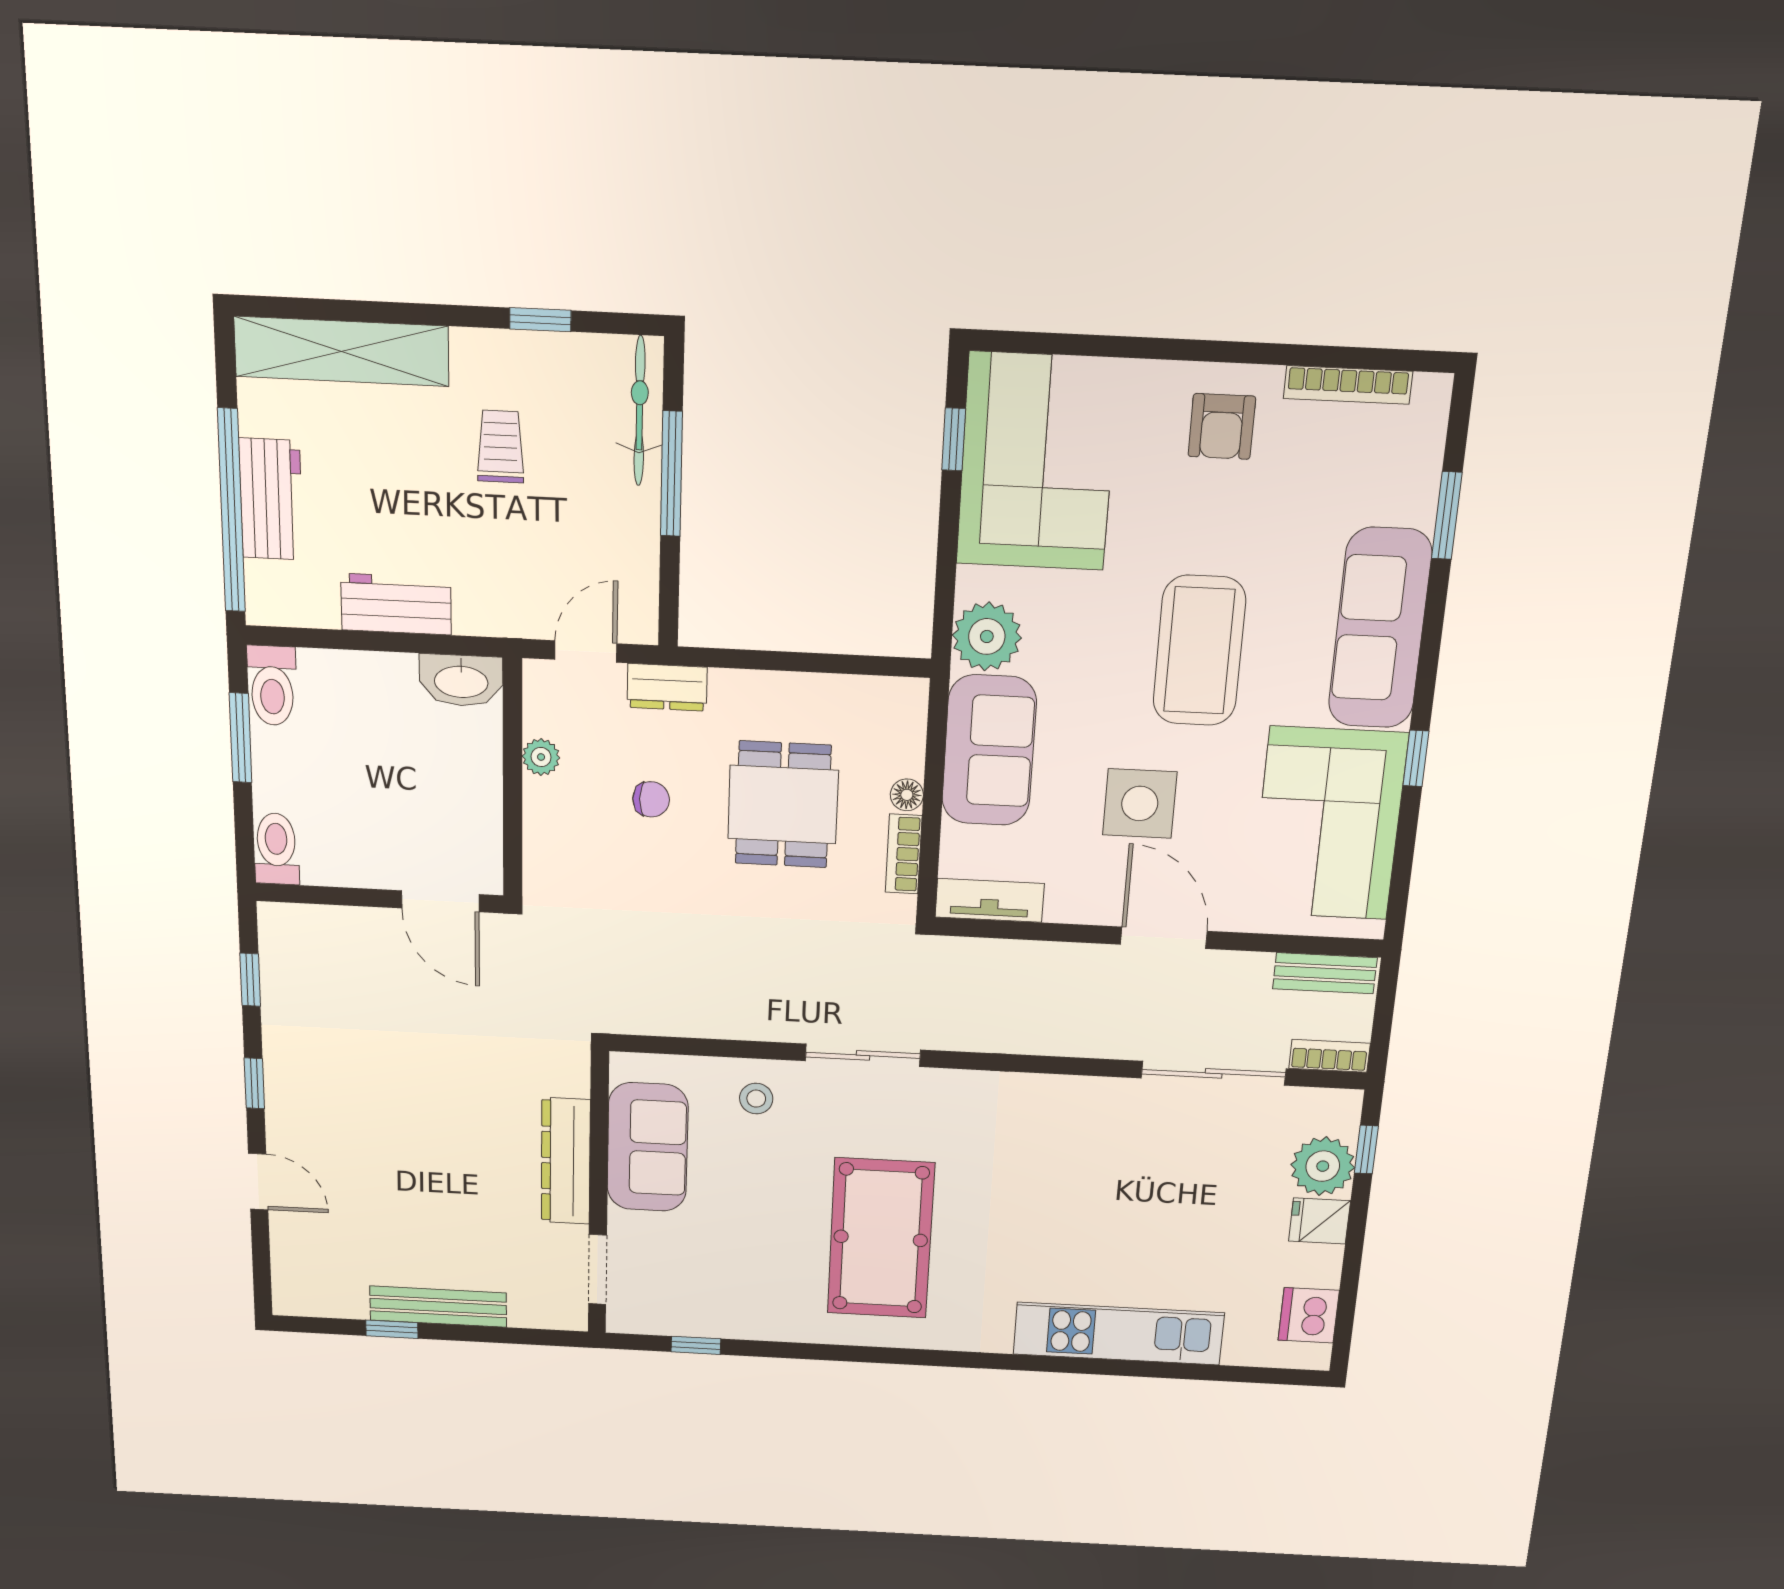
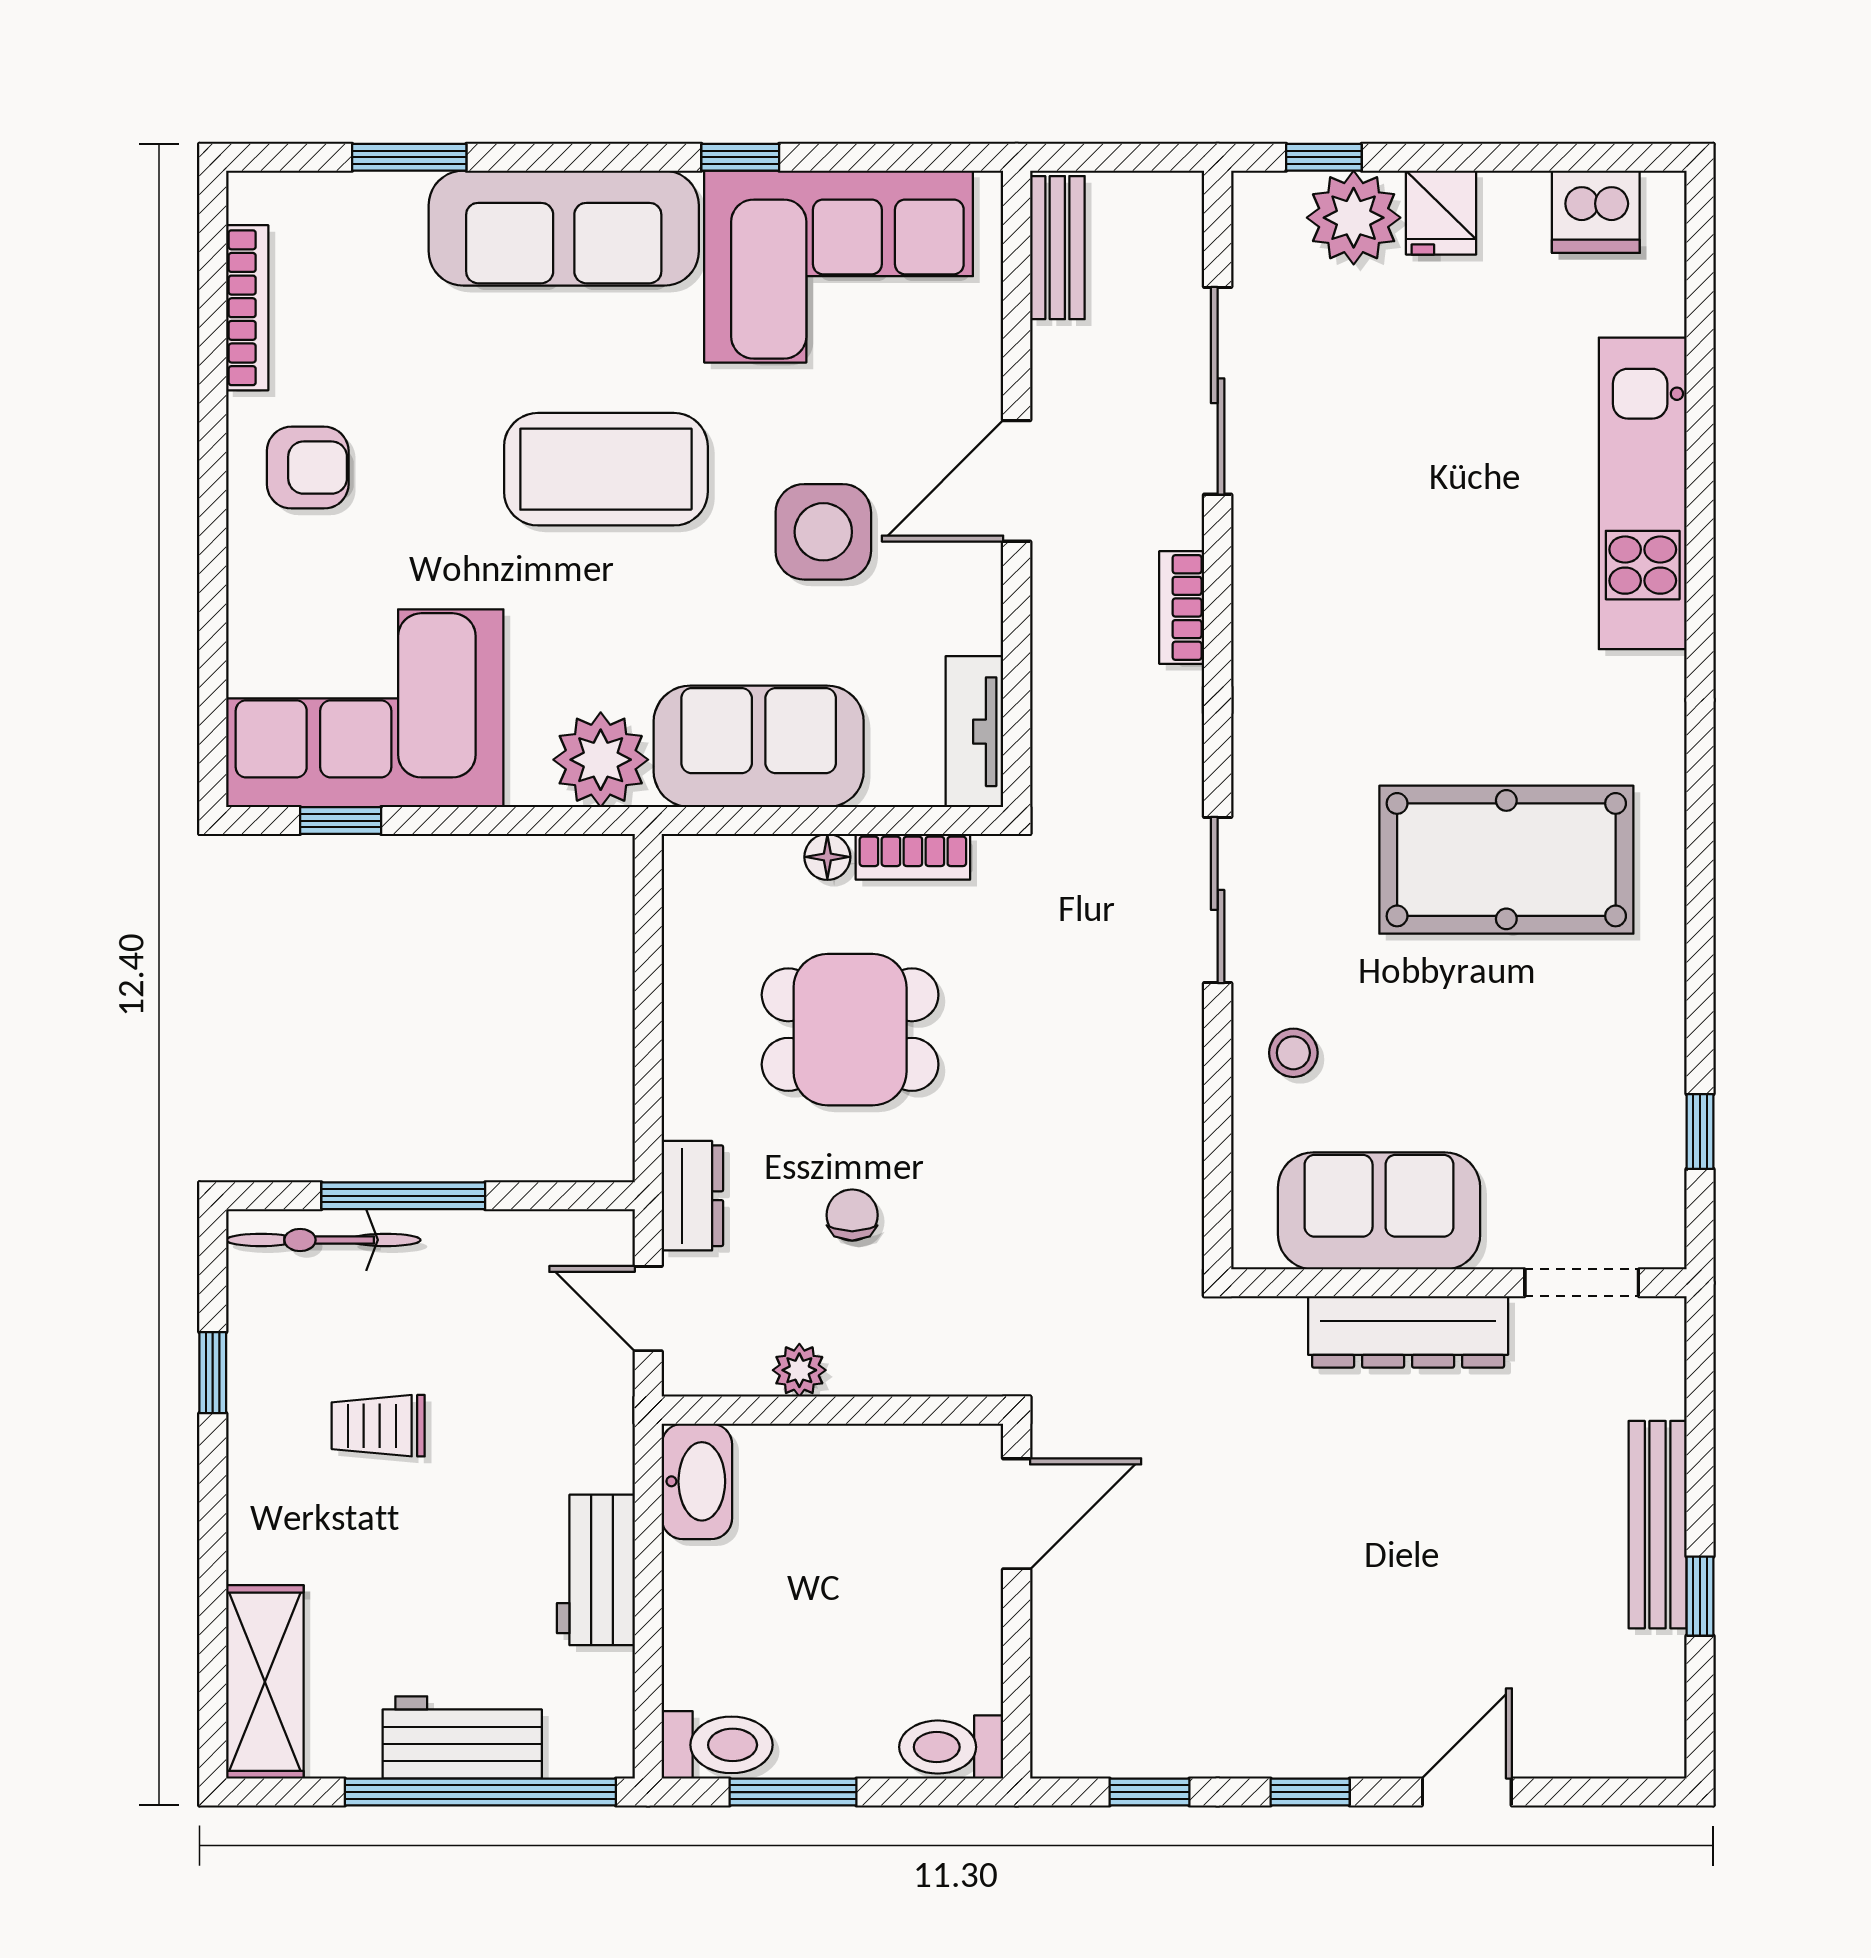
shelving: (342, 351) -> (265, 1682), width x0.68
bookcase: (1330, 1056) -> (1182, 607), moved

